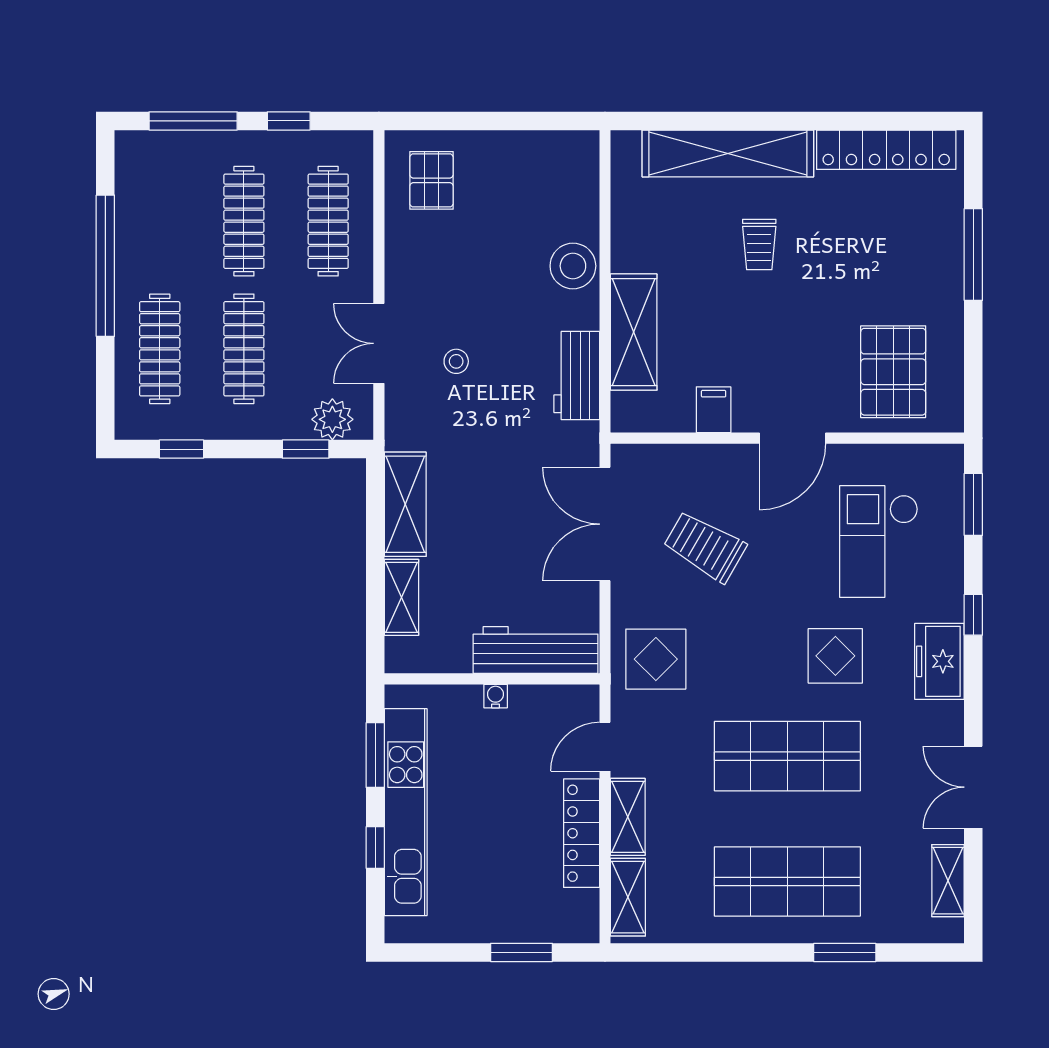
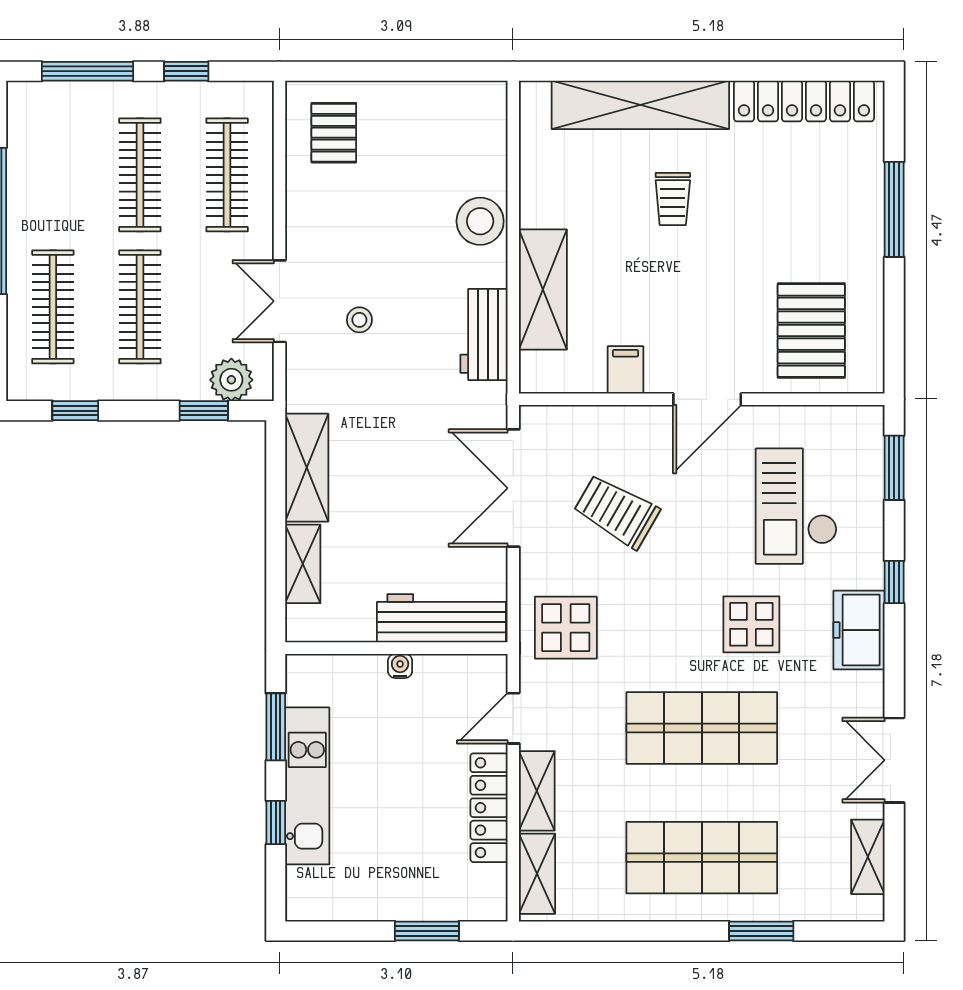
kitchen unit: (406, 812) -> (307, 786), width x0.73

